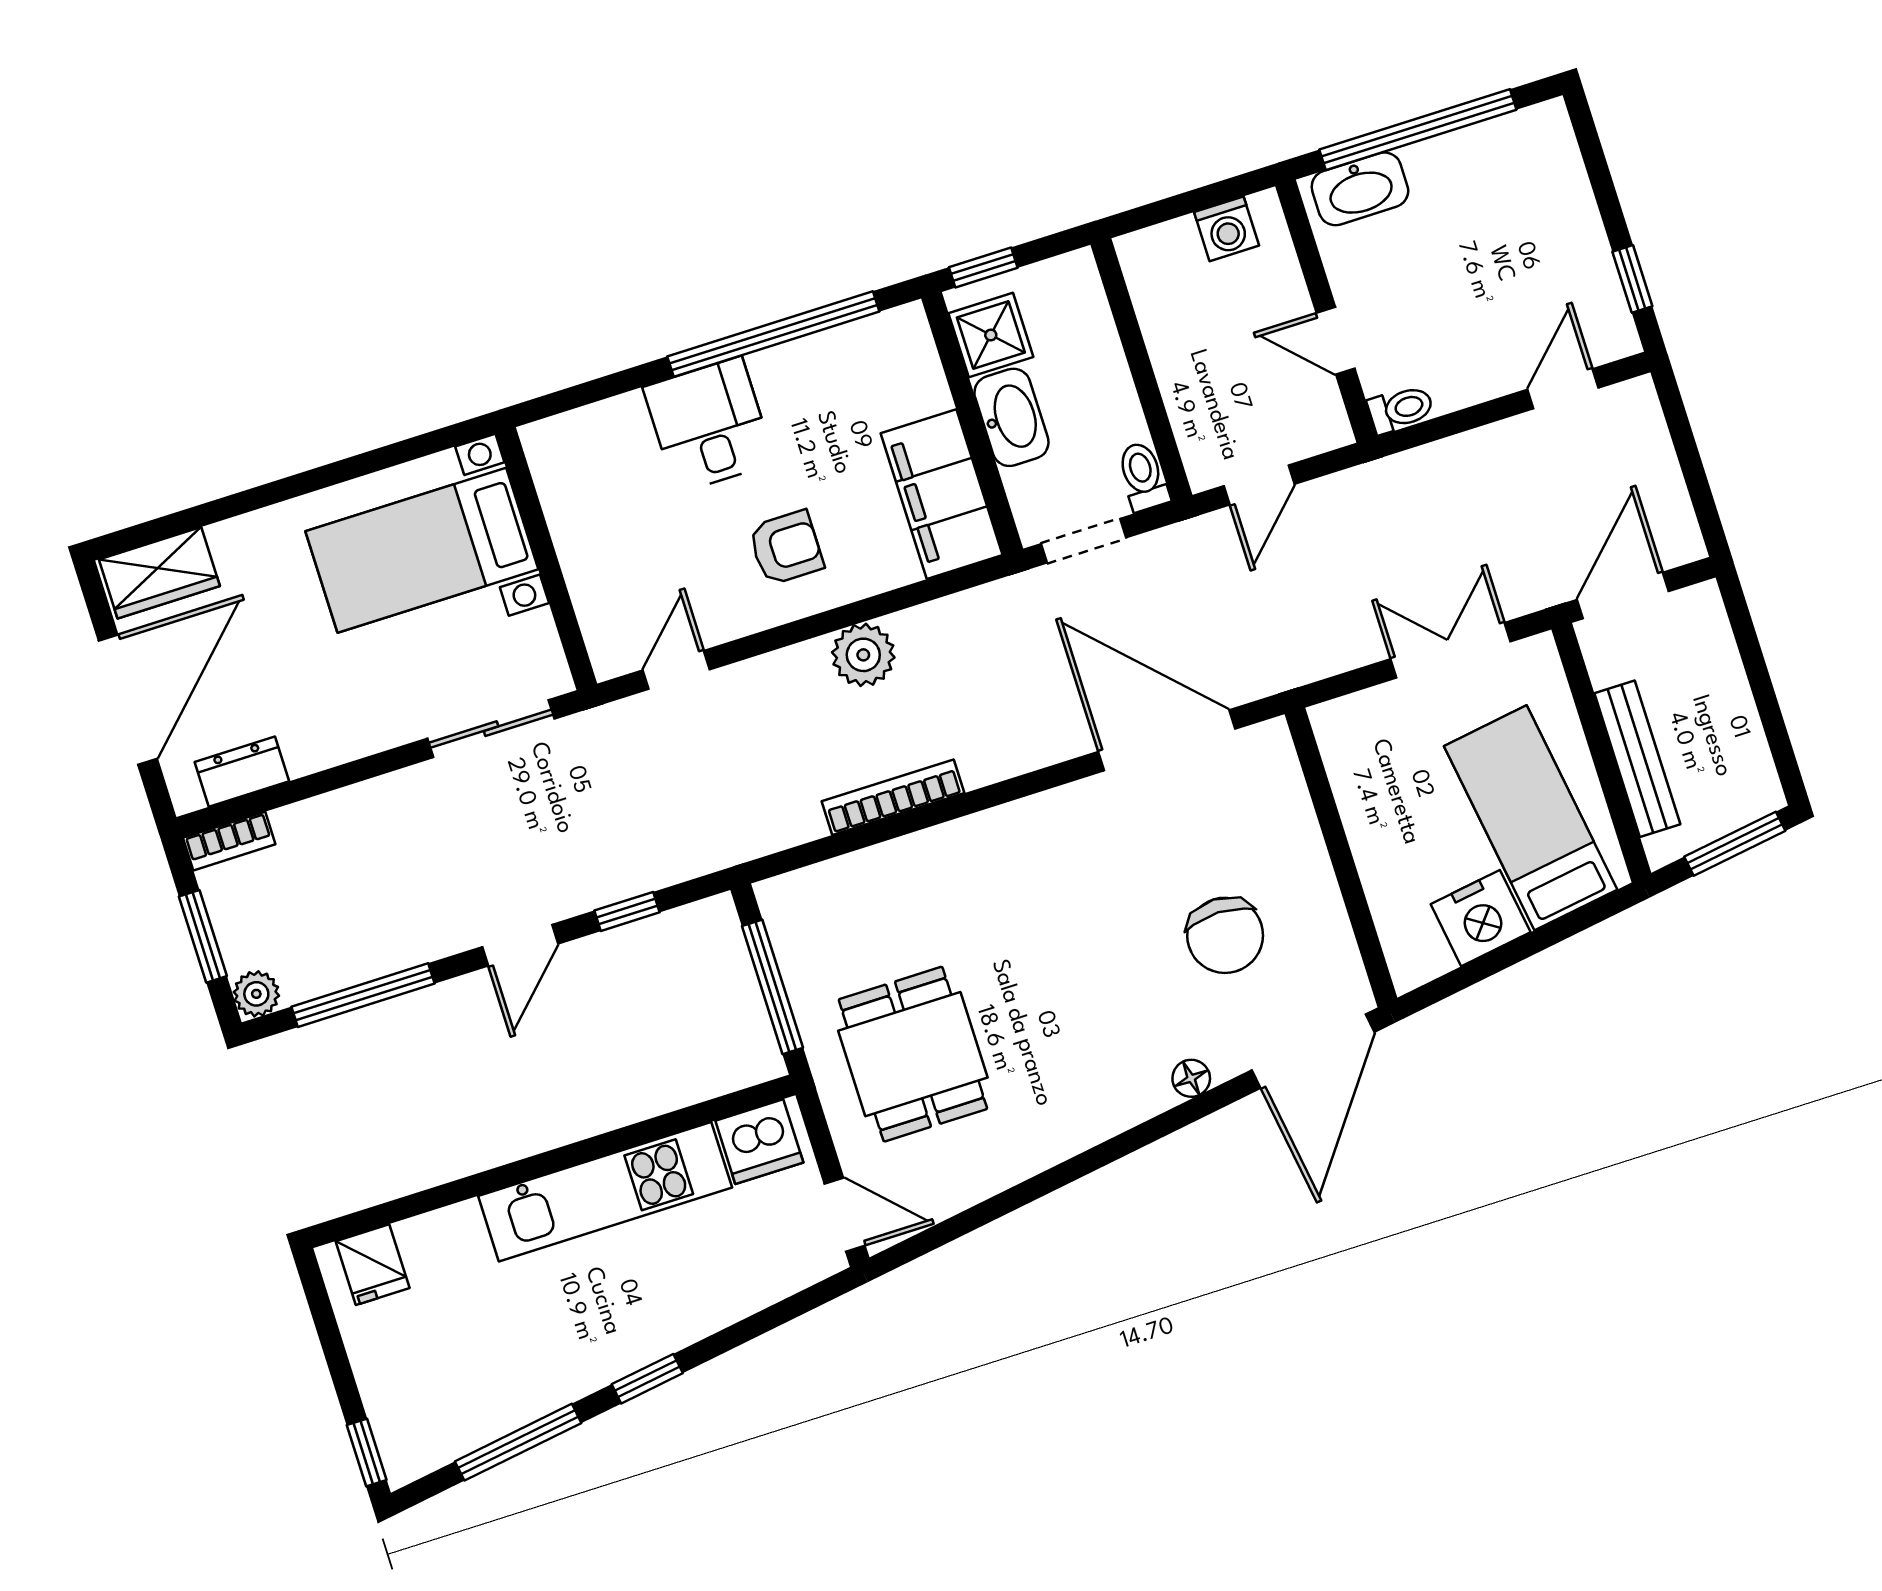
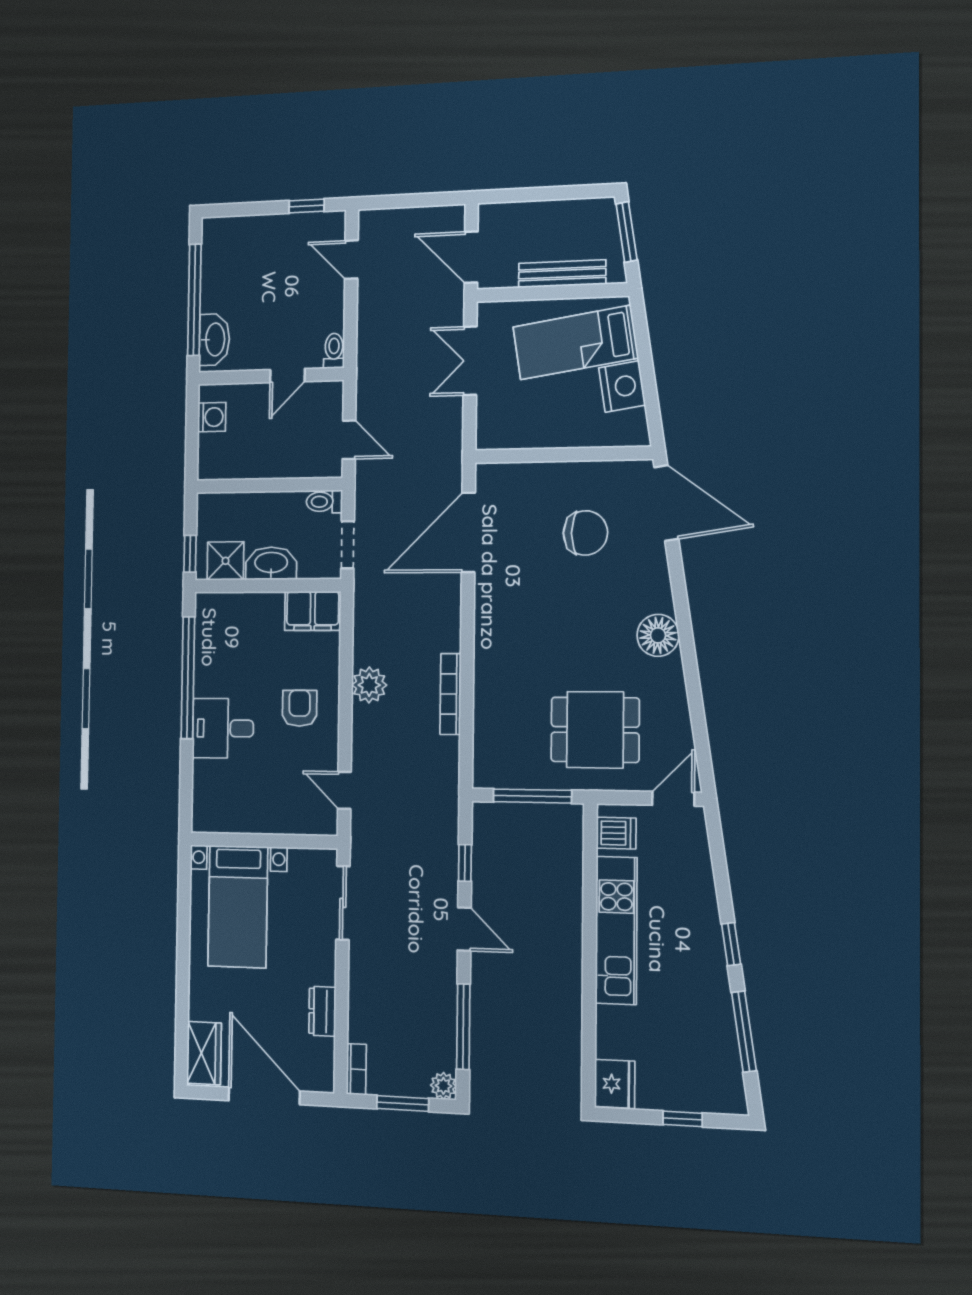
filing cabinet: (942, 494) -> (313, 611), width x0.67, depth x0.86
dresser: (242, 772) -> (322, 1011), moved
floor lamp: (1191, 1078) -> (658, 635), moved, width x1.89, depth x1.89
dishwasher: (759, 1142) -> (616, 833), width x0.73
fridge: (373, 1265) -> (615, 1084), width x1.38
window: (367, 1452) -> (683, 1119), moved

